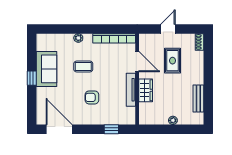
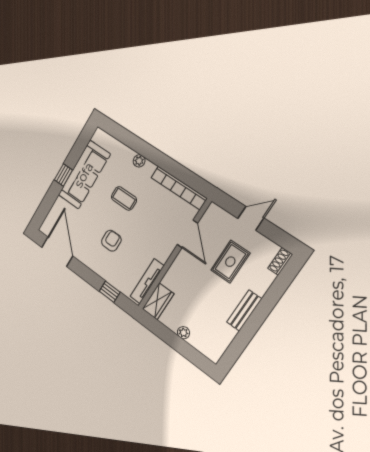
sofa: (46, 69) -> (84, 175), width x1.36
tv unit: (131, 90) -> (147, 281), moved
wardrobe: (146, 90) -> (158, 301), moved
armchair: (92, 97) -> (111, 241), turned 90
bench: (198, 99) -> (244, 311), moved

